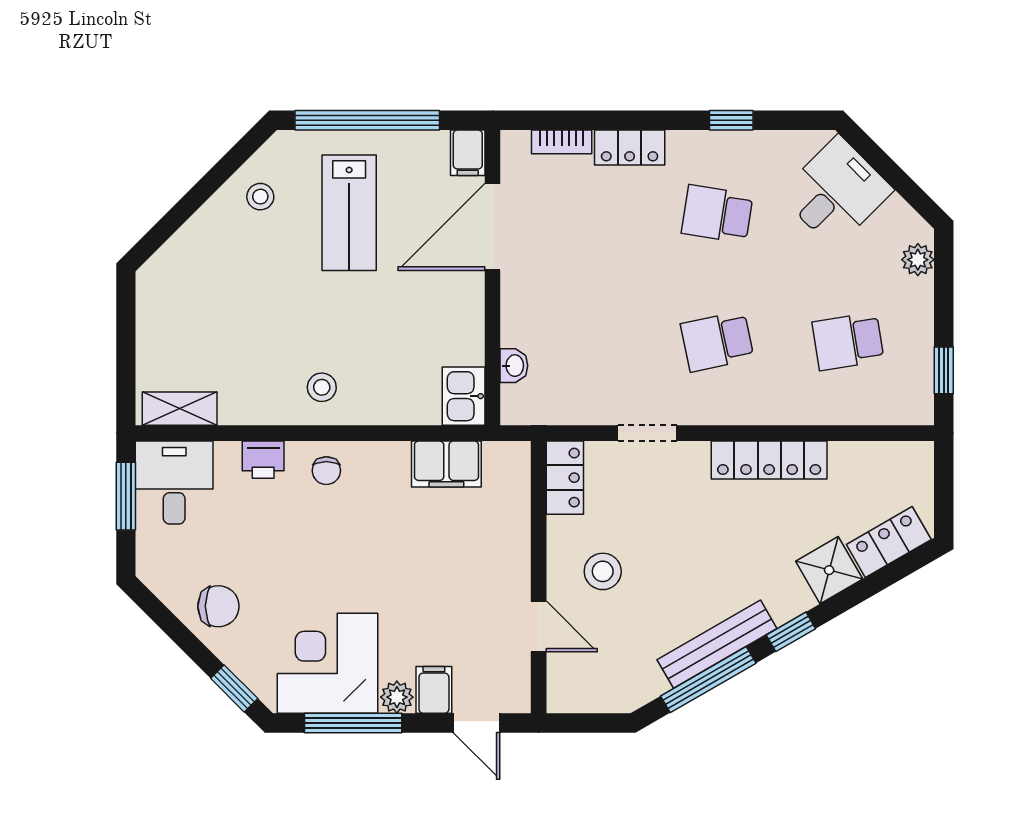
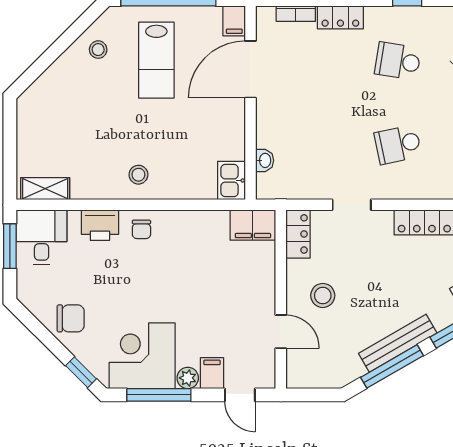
printer: (263, 460) -> (100, 225), width x1.36, depth x1.24
filing cabinet: (446, 464) -> (253, 225), moved

